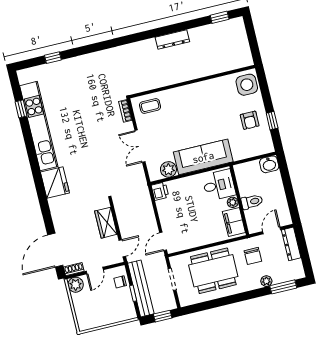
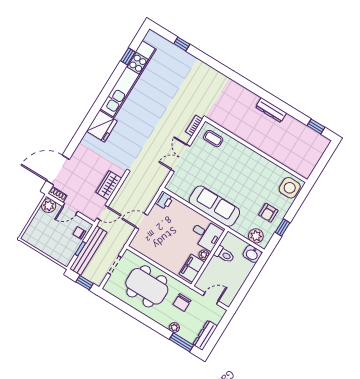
plant: (168, 169) -> (256, 236), moved
toilet: (252, 202) -> (224, 255), moved
door: (163, 241) -> (142, 221), moved
dresser: (291, 244) -> (205, 335), moved

